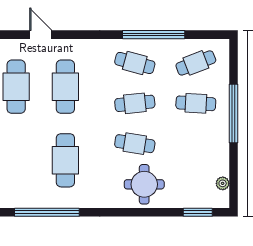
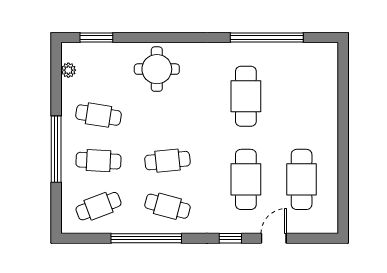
door: (41, 35) -> (274, 238), swing flipped
window: (79, 35) -> (230, 238), added
cafe table: (135, 144) -> (99, 115), moved

